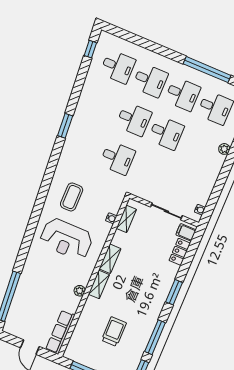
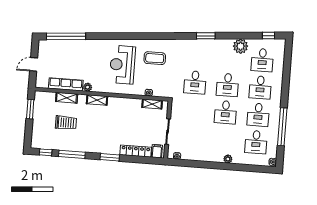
plant: (92, 88) -> (241, 46), added
locker: (180, 252) -> (136, 151), width x1.53
shelving: (110, 259) -> (67, 98), moved
row of seats: (60, 332) -> (66, 84), moved

